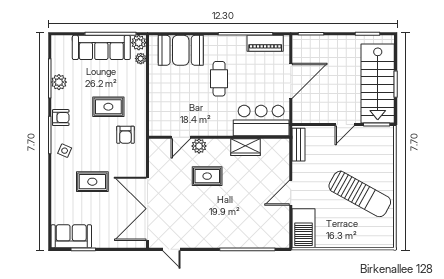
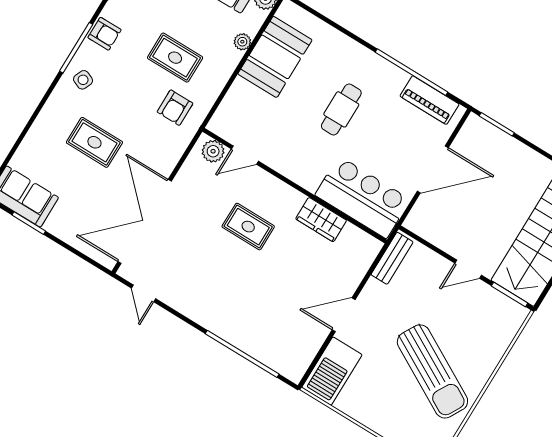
booth: (181, 50) -> (275, 57), moved, turned 90
plant: (141, 59) -> (242, 42), moved
plant: (199, 146) -> (213, 151), moved

